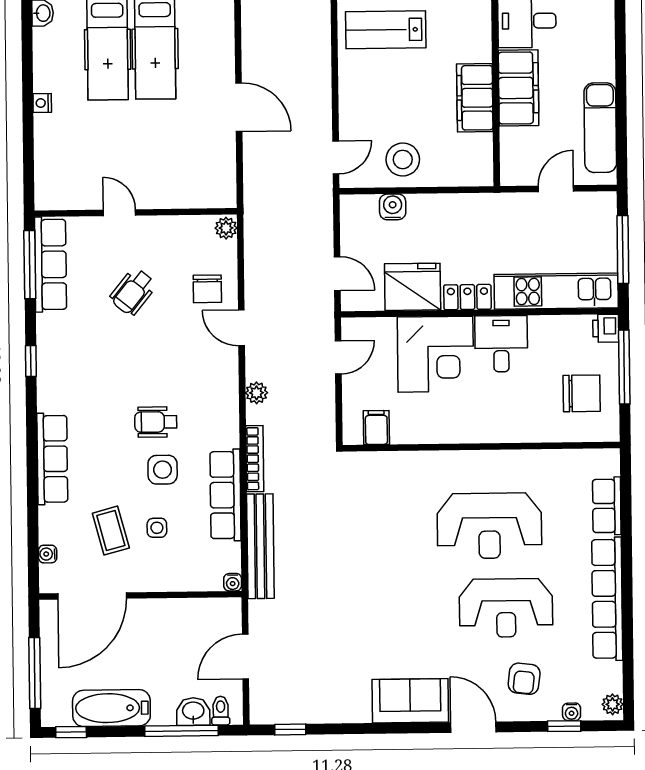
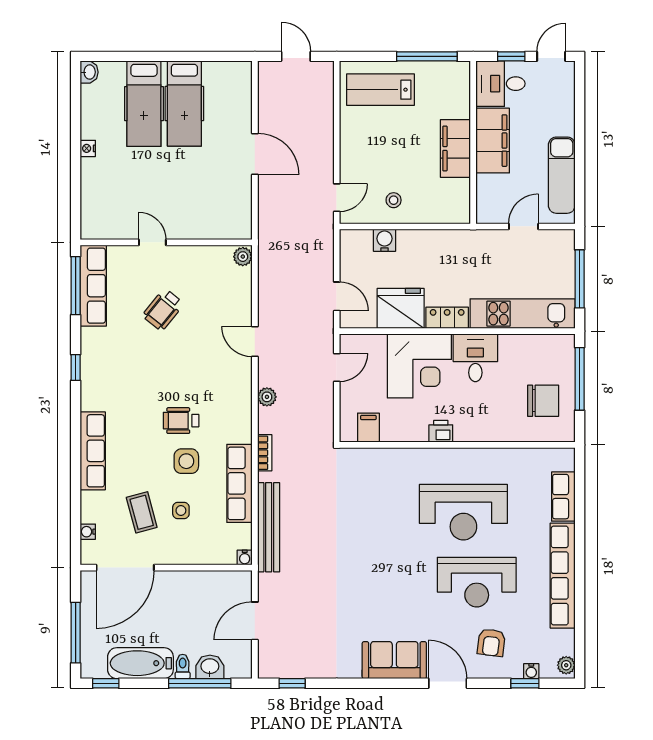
stool: (403, 159) -> (394, 200), width x0.53, depth x0.53
chair: (207, 289) -> (226, 308), removed
printer: (606, 328) -> (441, 431), moved, turned 90
bookcase: (255, 459) -> (265, 453), width x0.64
toilet: (221, 711) -> (183, 666), moved

